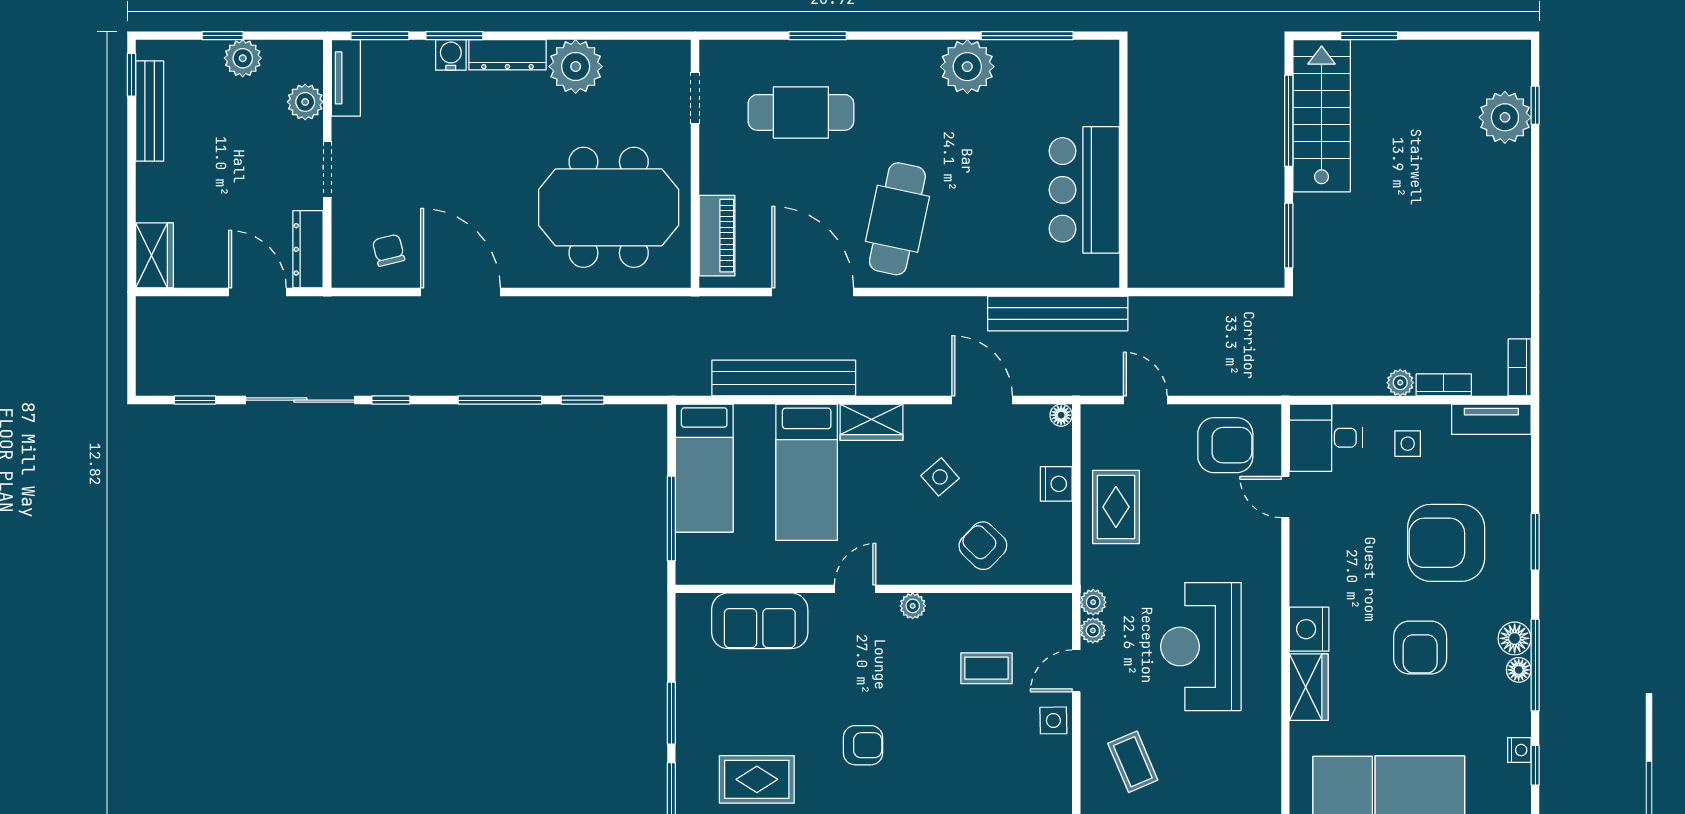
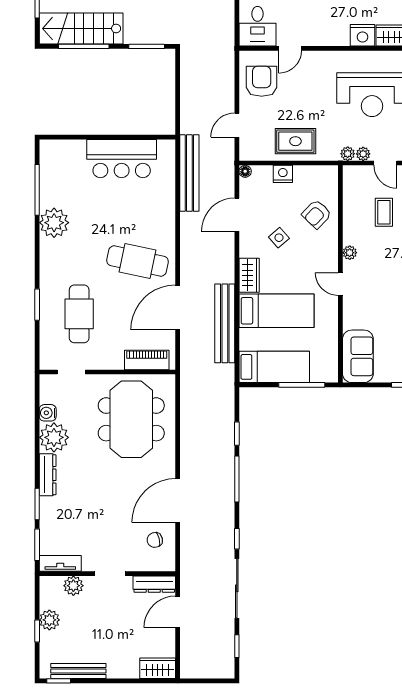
water cooler: (451, 55) -> (48, 413), moved
sofa: (760, 621) -> (358, 356), moved

